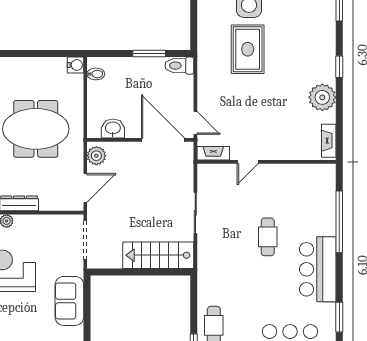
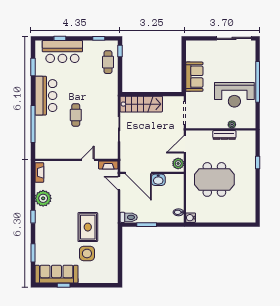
washbasin: (113, 128) -> (158, 180), moved

